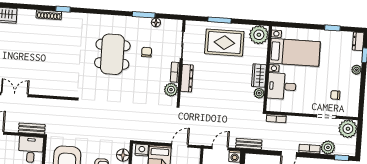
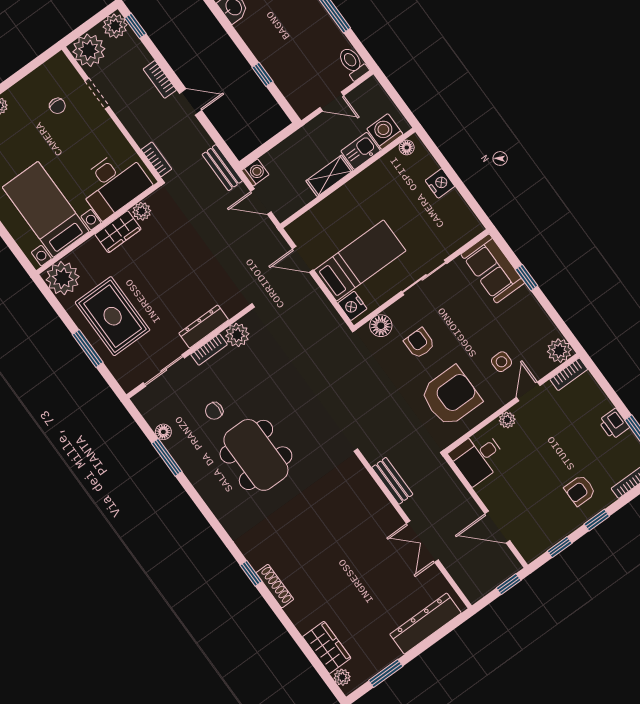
dining table: (112, 54) -> (256, 455), turned 90
desk: (282, 86) -> (113, 184), width x1.37
bench: (32, 129) -> (392, 481), moved
plant: (328, 147) -> (115, 26), moved

